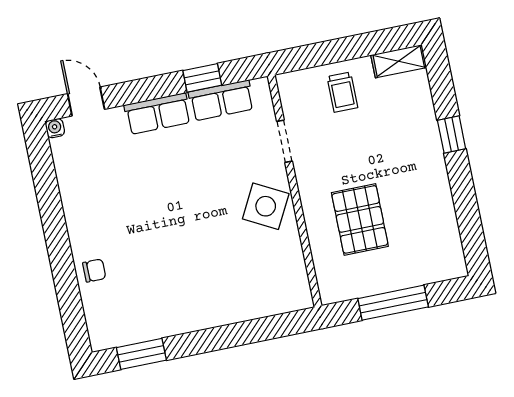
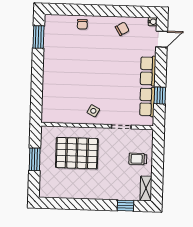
window: (452, 134) -> (125, 206), moved
chair: (84, 187) -> (122, 29), added
side table: (266, 206) -> (93, 111), width x0.54, depth x0.54
pallet: (360, 219) -> (77, 153), width x1.37, depth x1.41
window: (393, 303) -> (35, 159), width x0.69

